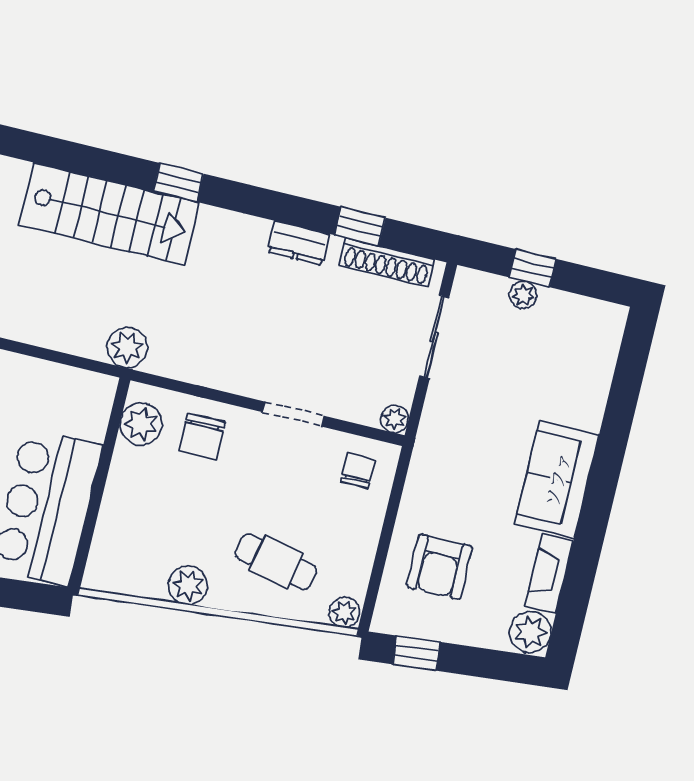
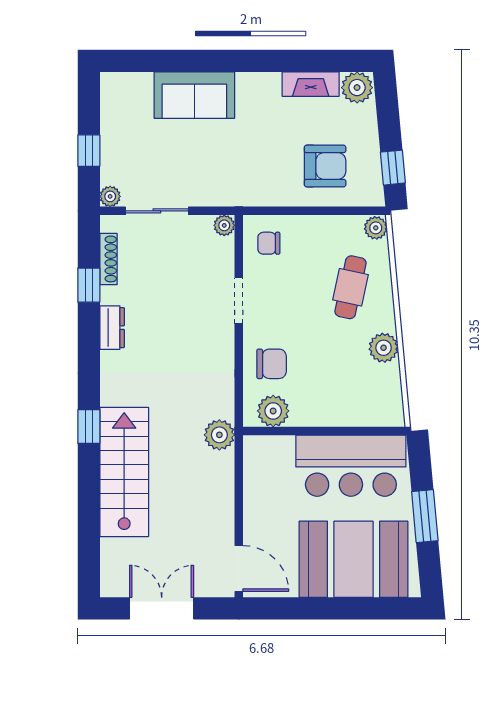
shoe rack: (387, 262) -> (109, 259), width x0.74, depth x0.81
plant: (523, 295) -> (110, 196), moved
sofa: (557, 479) -> (194, 95), moved

